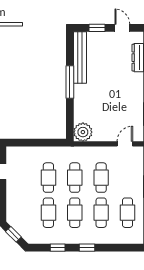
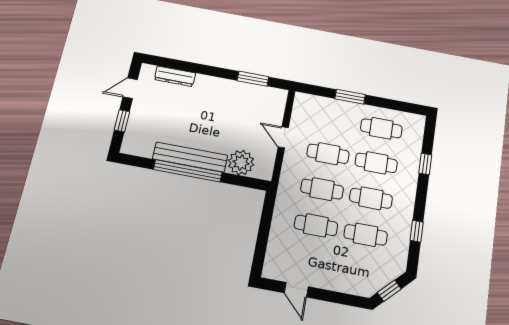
bench: (80, 57) -> (190, 157), moved
window: (70, 82) -> (188, 171), width x1.46
plant: (83, 132) -> (241, 163), moved
door: (125, 144) -> (283, 137), moved
window: (87, 248) -> (425, 164), moved

